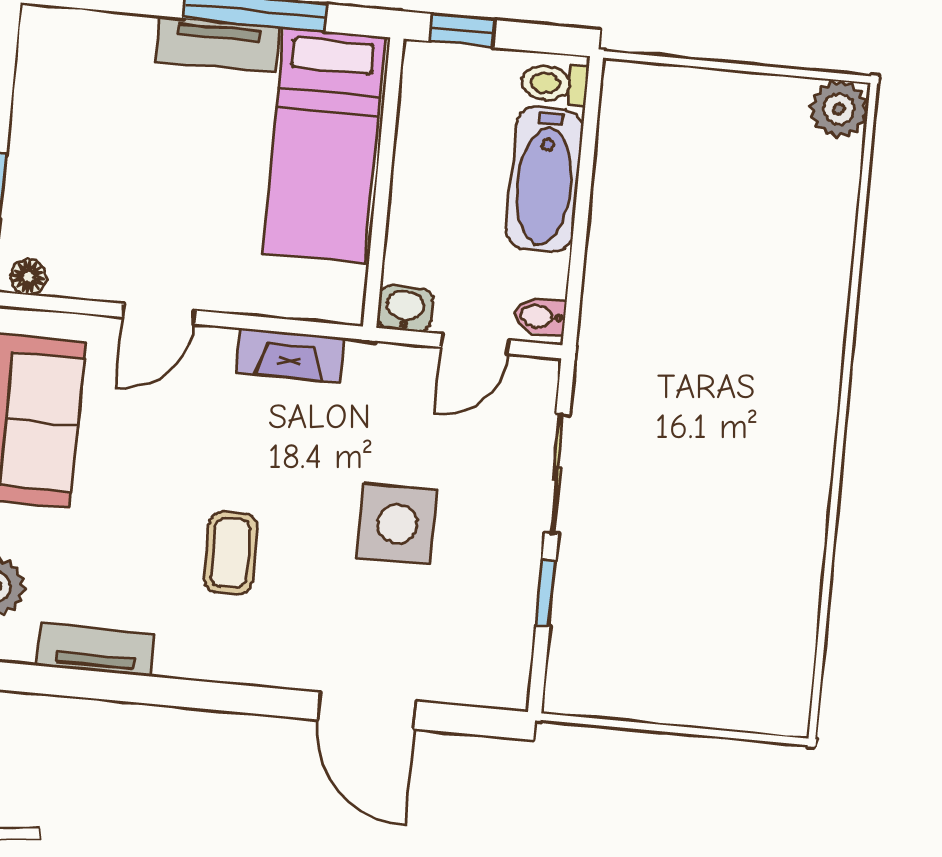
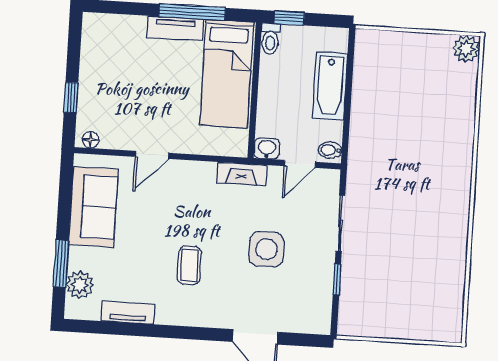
toilet: (554, 84) -> (270, 39), moved, turned -90
fireplace: (290, 355) -> (242, 174), moved

